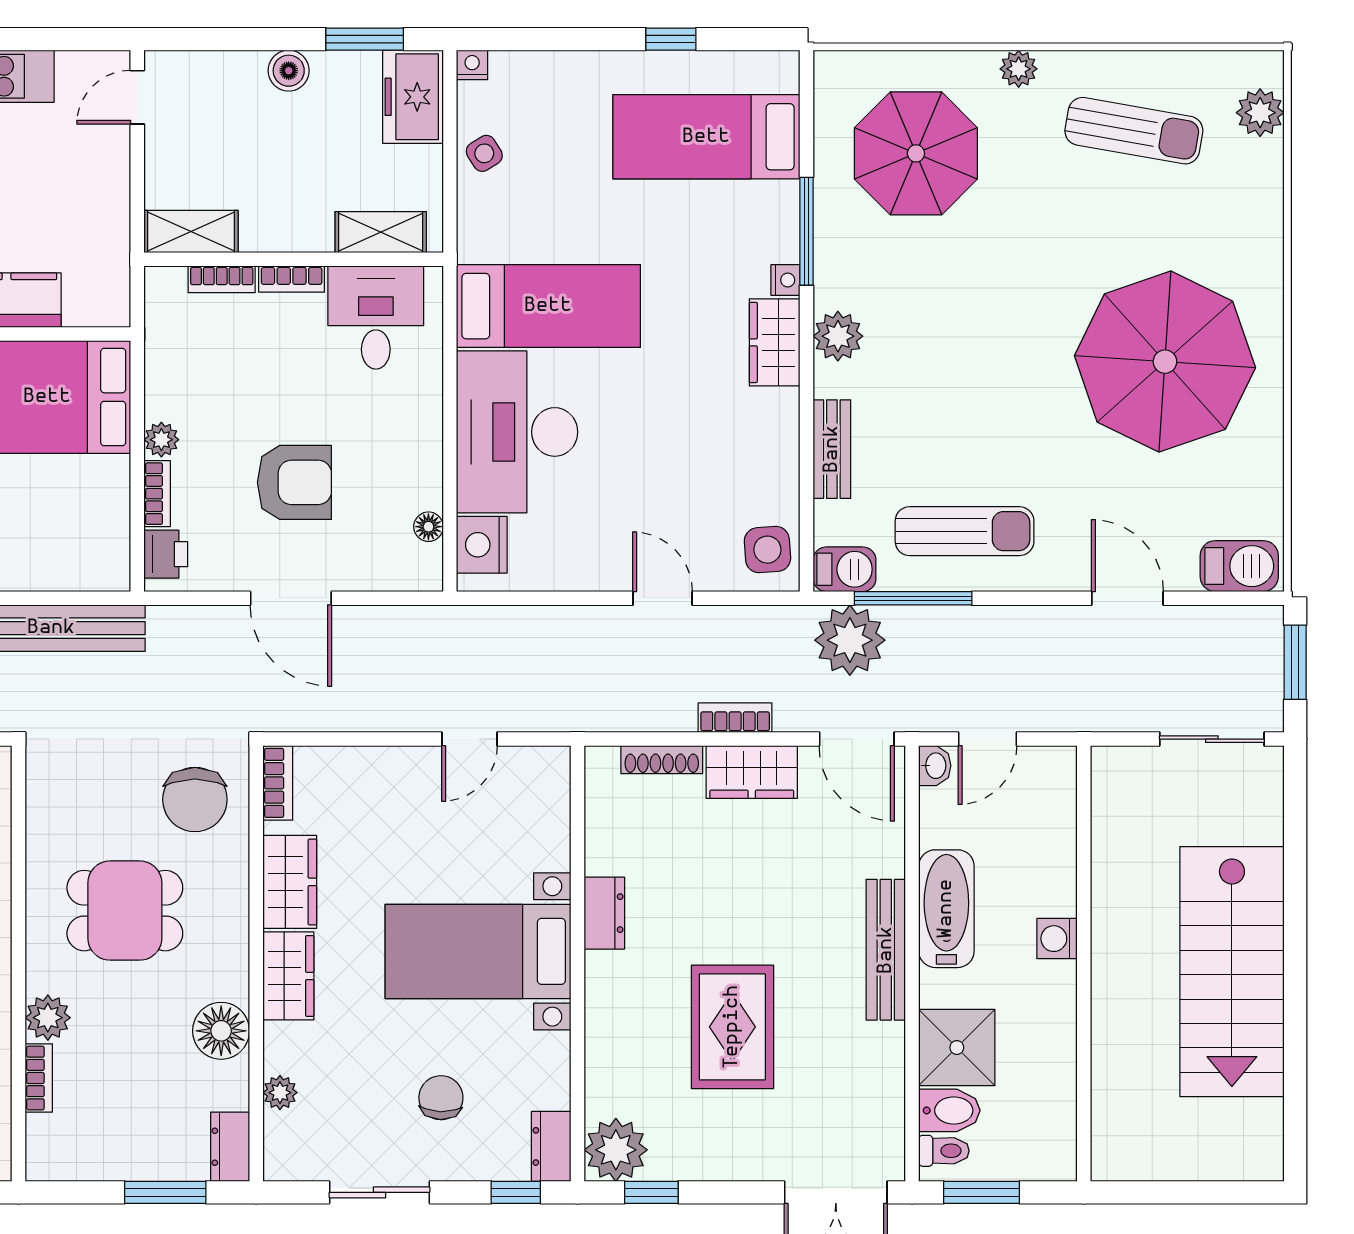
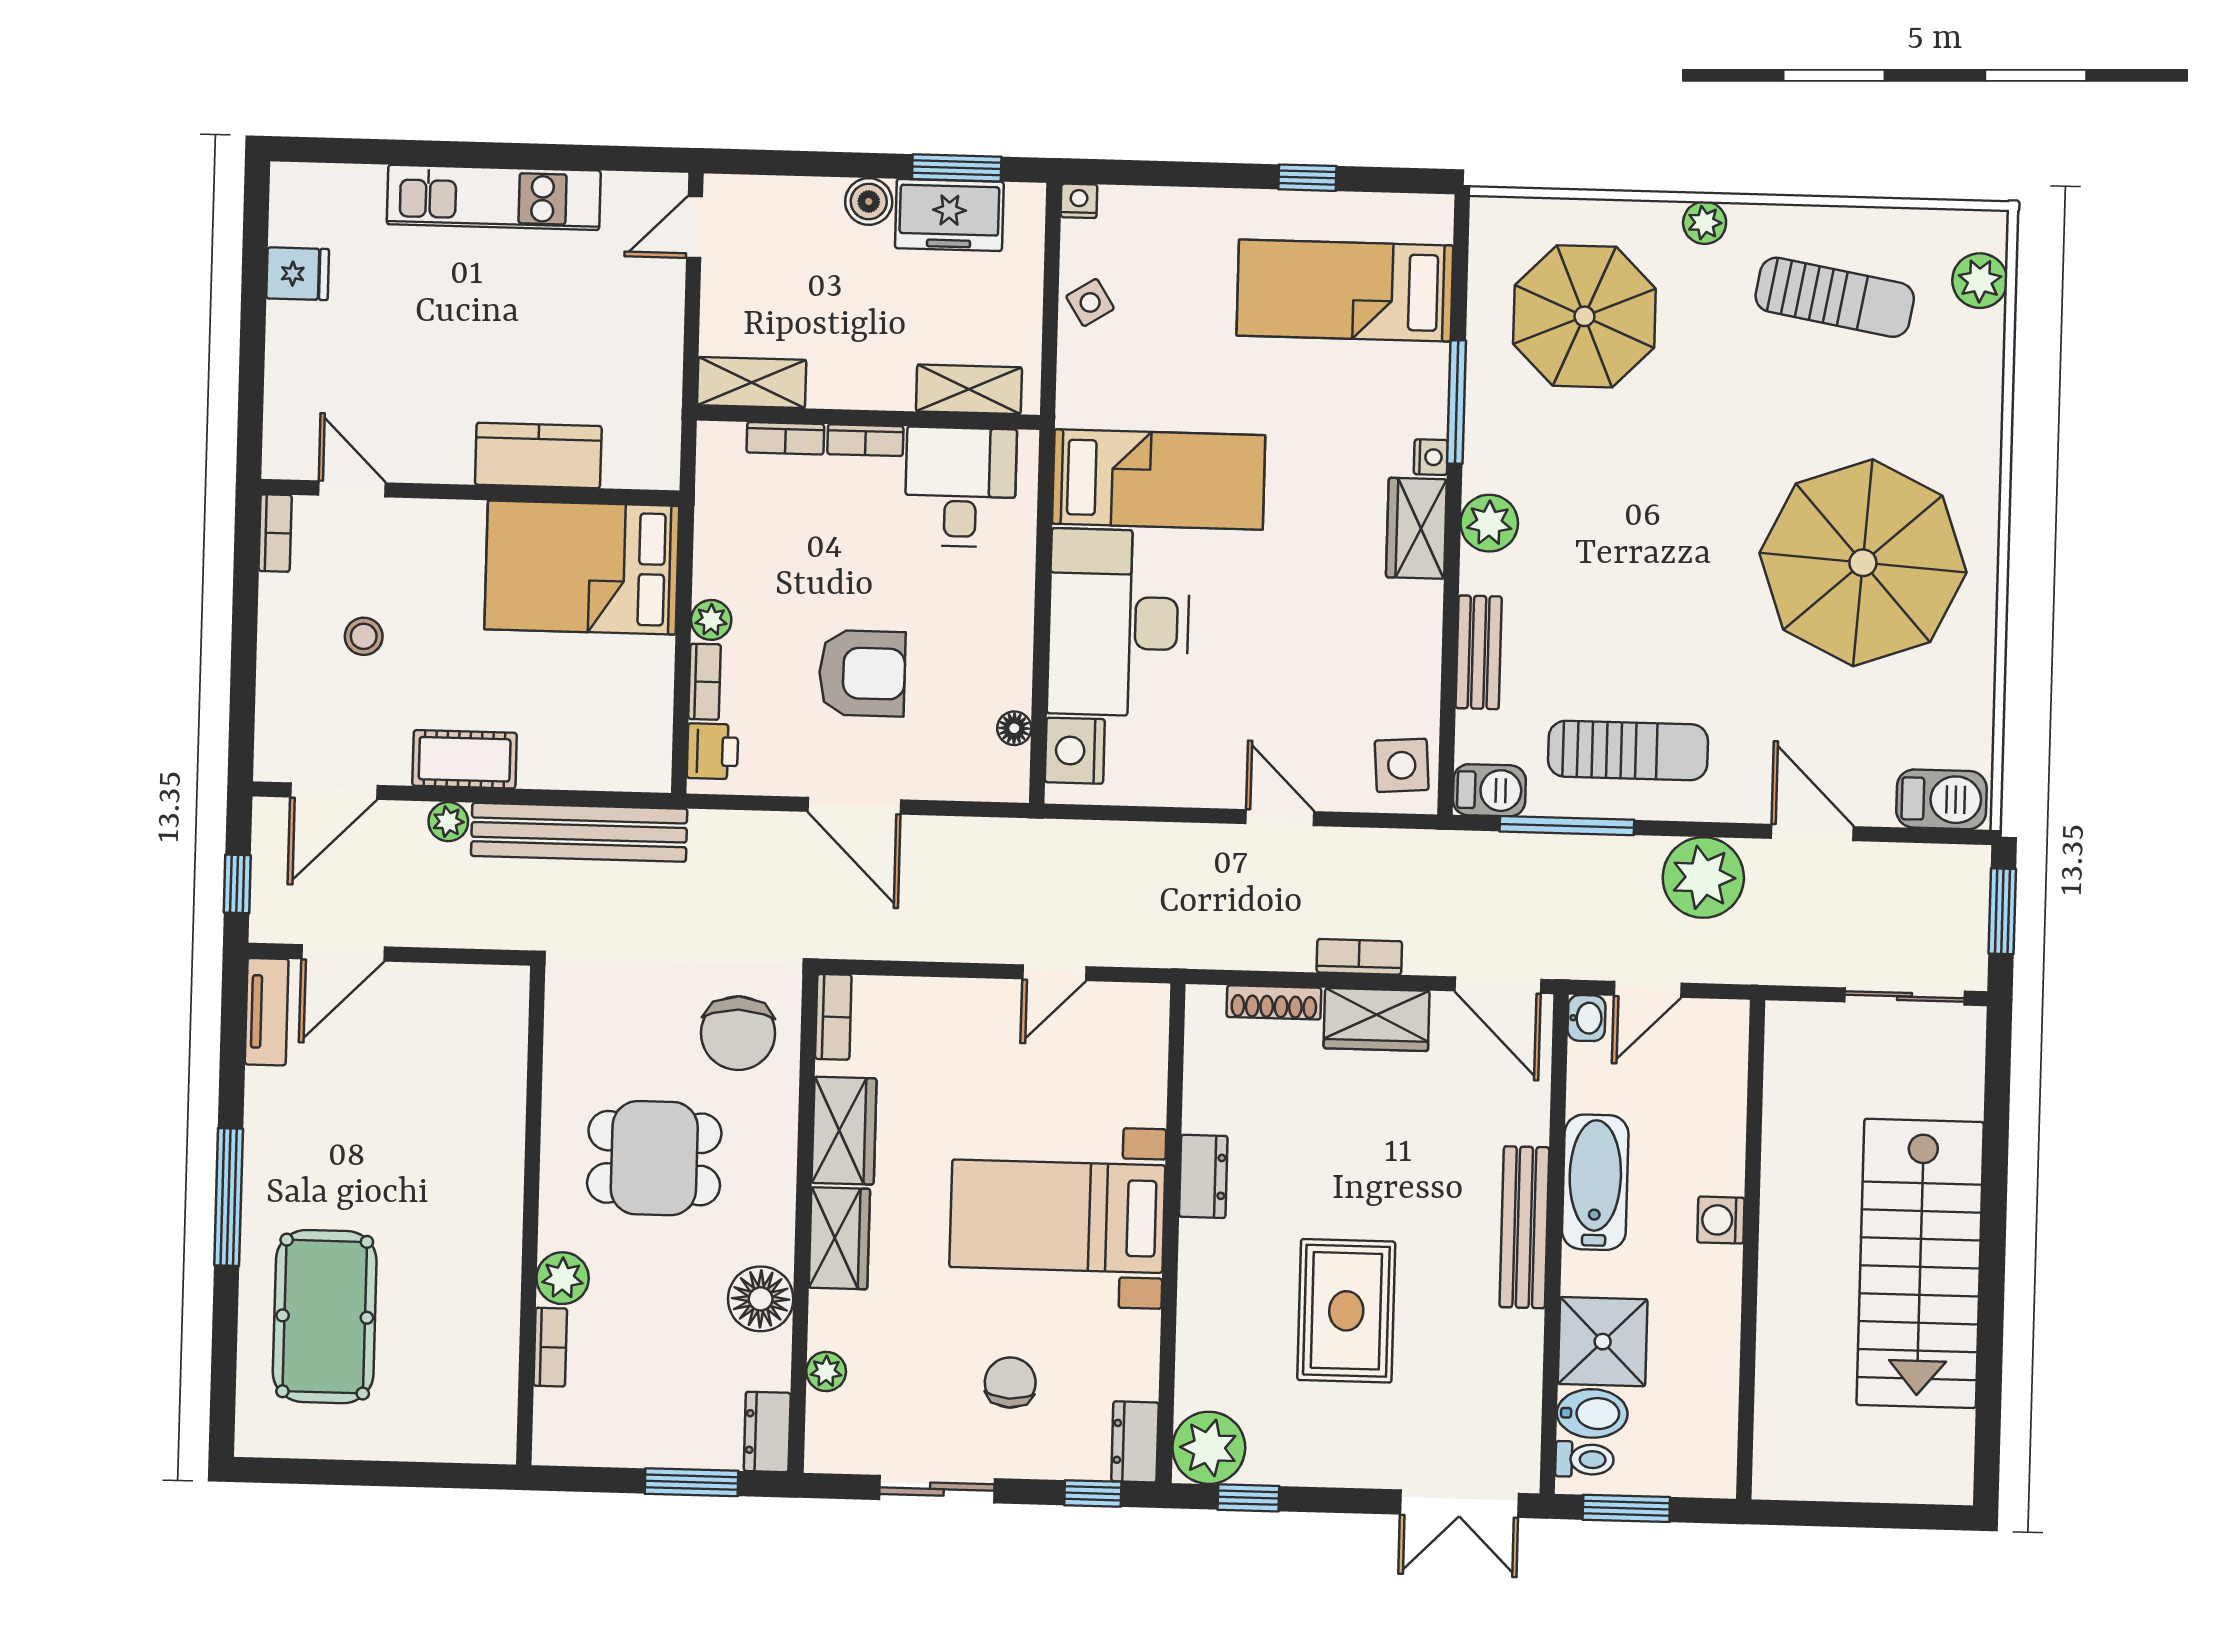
freezer: (413, 97) -> (949, 215), moved, turned -90
plant: (850, 640) -> (1703, 877), moved

